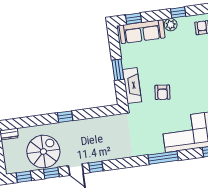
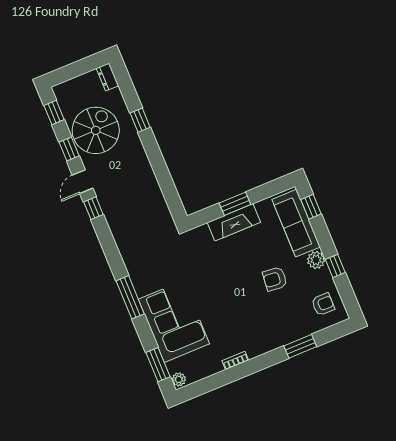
fireplace: (132, 86) -> (234, 222), moved
armchair: (162, 92) -> (275, 279), moved
window: (65, 117) -> (140, 120), moved
spiral stairs: (43, 152) -> (96, 130), turned -90

